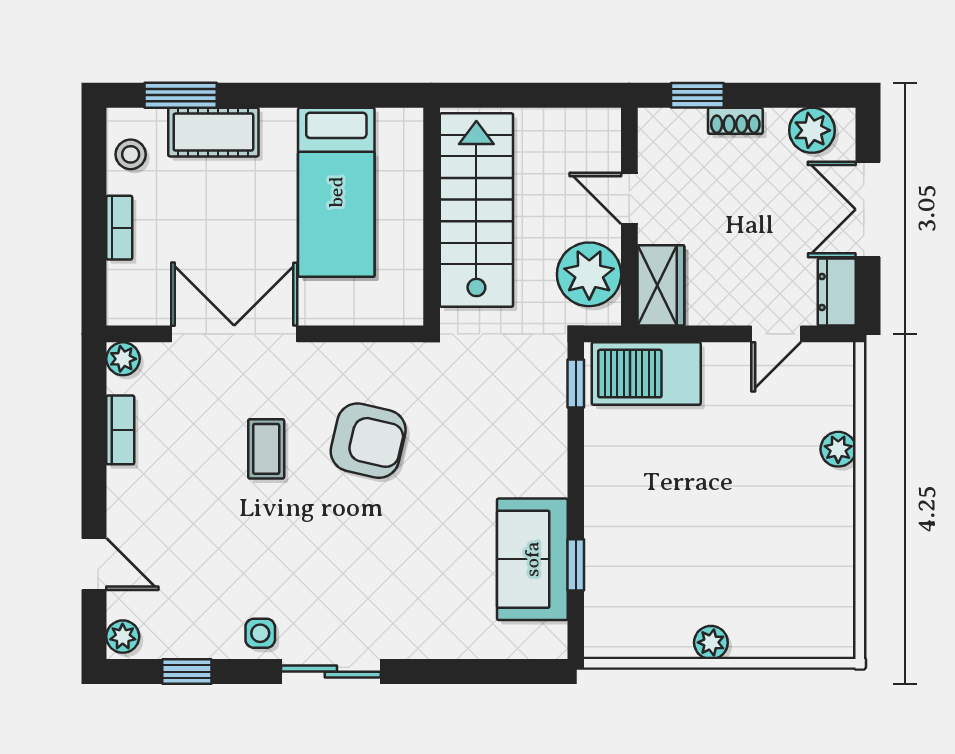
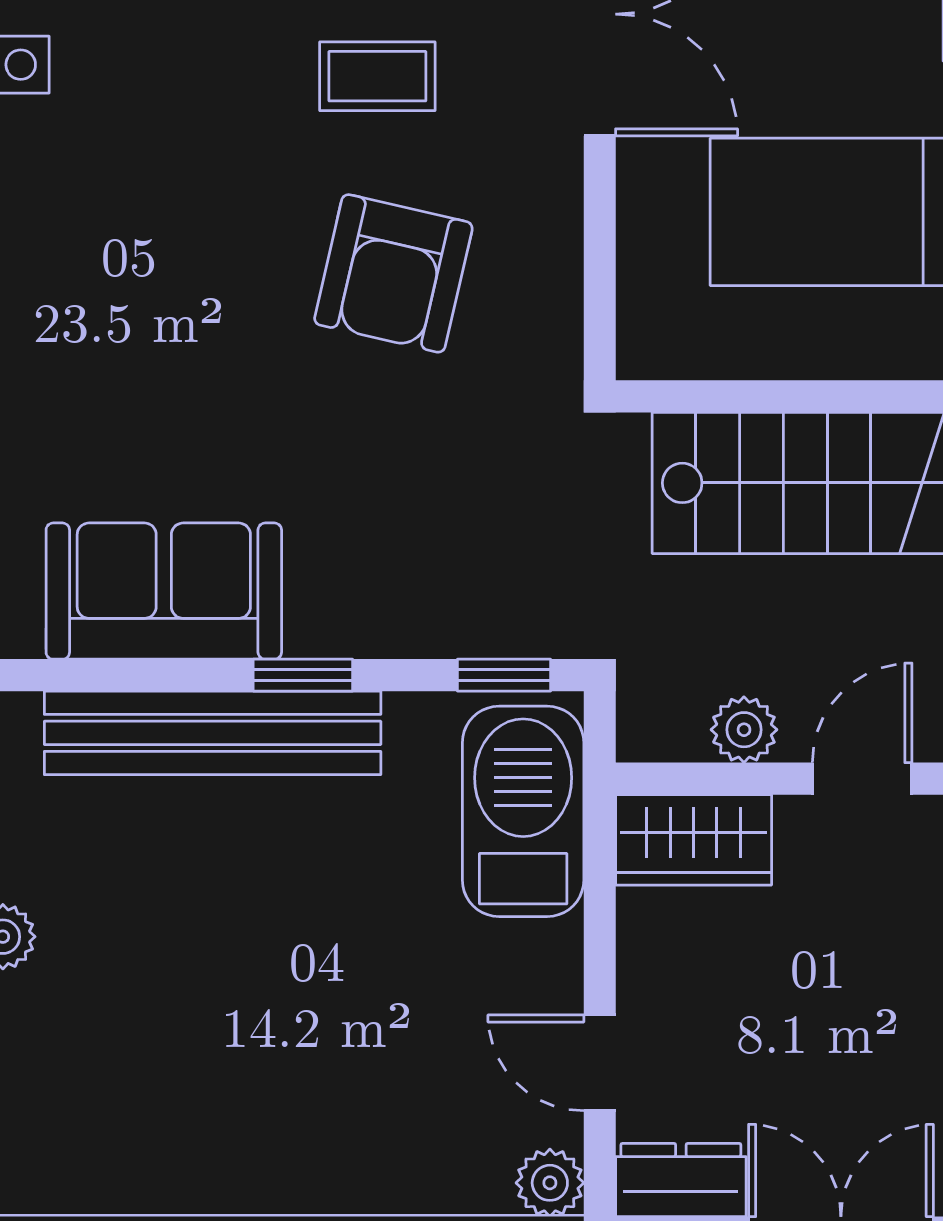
plant: (589, 274) -> (744, 730), width x0.53, depth x0.53
plant: (838, 449) -> (550, 1183), moved
bench: (606, 534) -> (213, 733), added
window: (576, 565) -> (303, 675), moved

